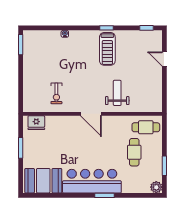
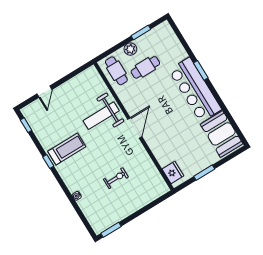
exercise bike: (56, 93) -> (116, 178), moved
weight bench: (117, 93) -> (101, 116), width x1.36, depth x1.33
plant: (156, 187) -> (130, 49), moved

